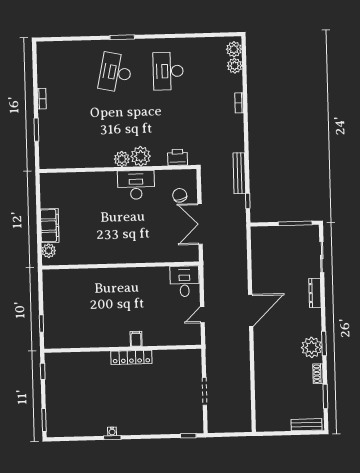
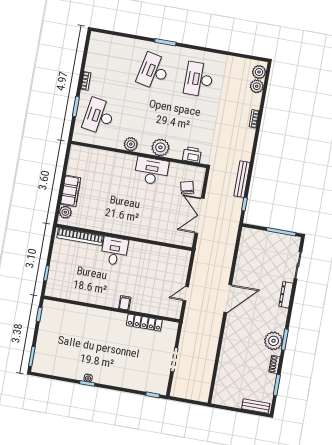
desk: (64, 135) -> (99, 116), added
plant: (122, 159) -> (131, 144), moved
bookcase: (71, 275) -> (80, 237), added
desk: (184, 281) -> (114, 251), moved
locker: (131, 357) -> (144, 323), moved

